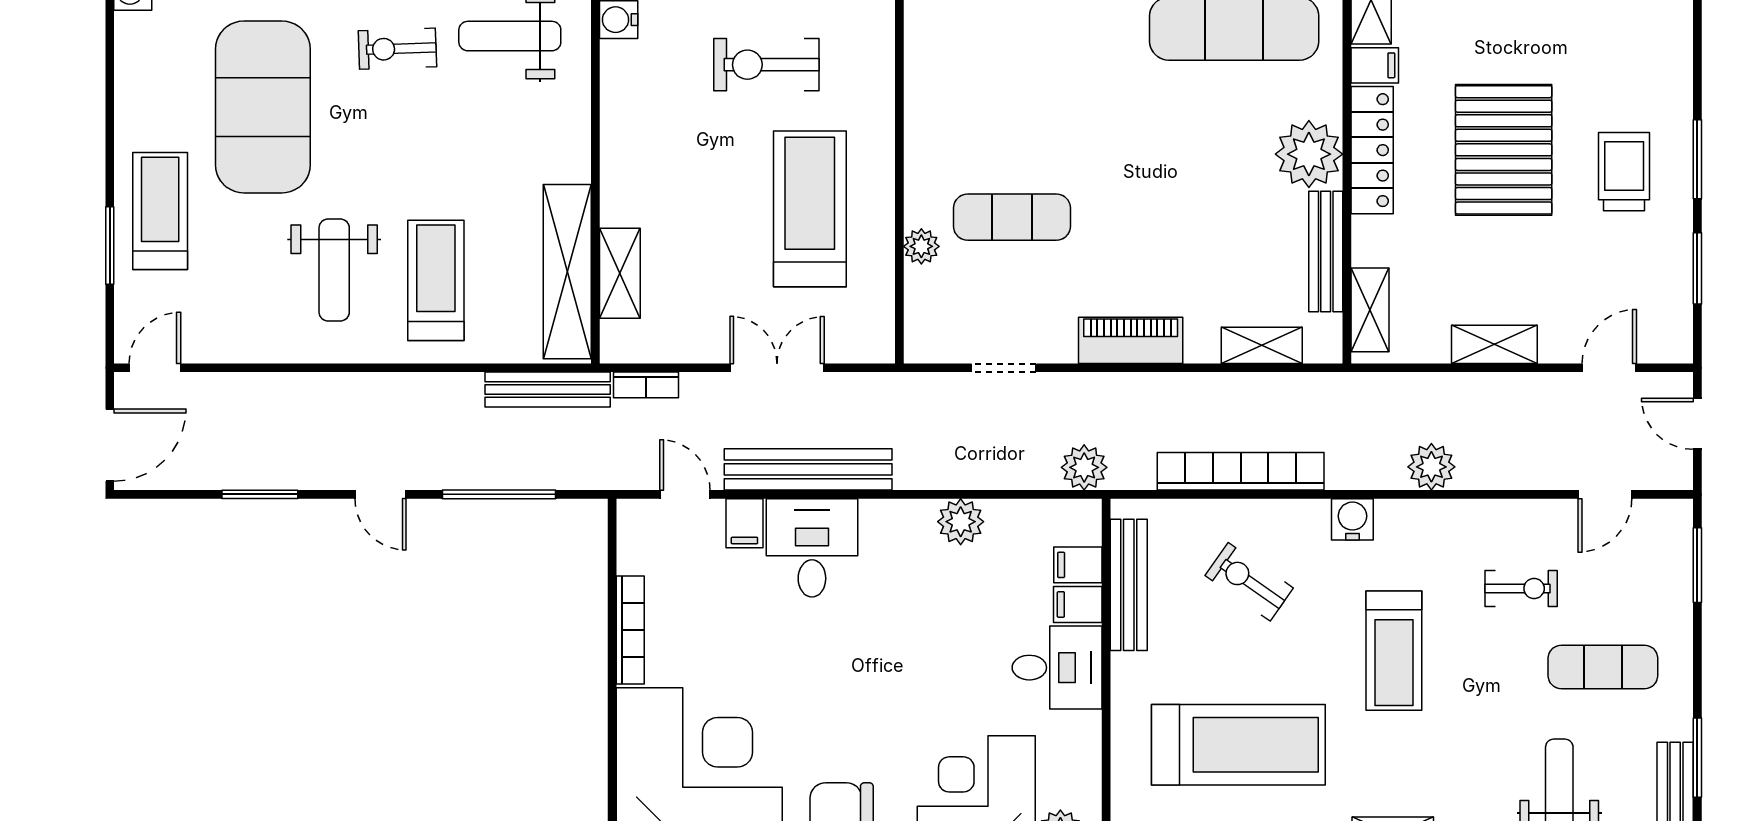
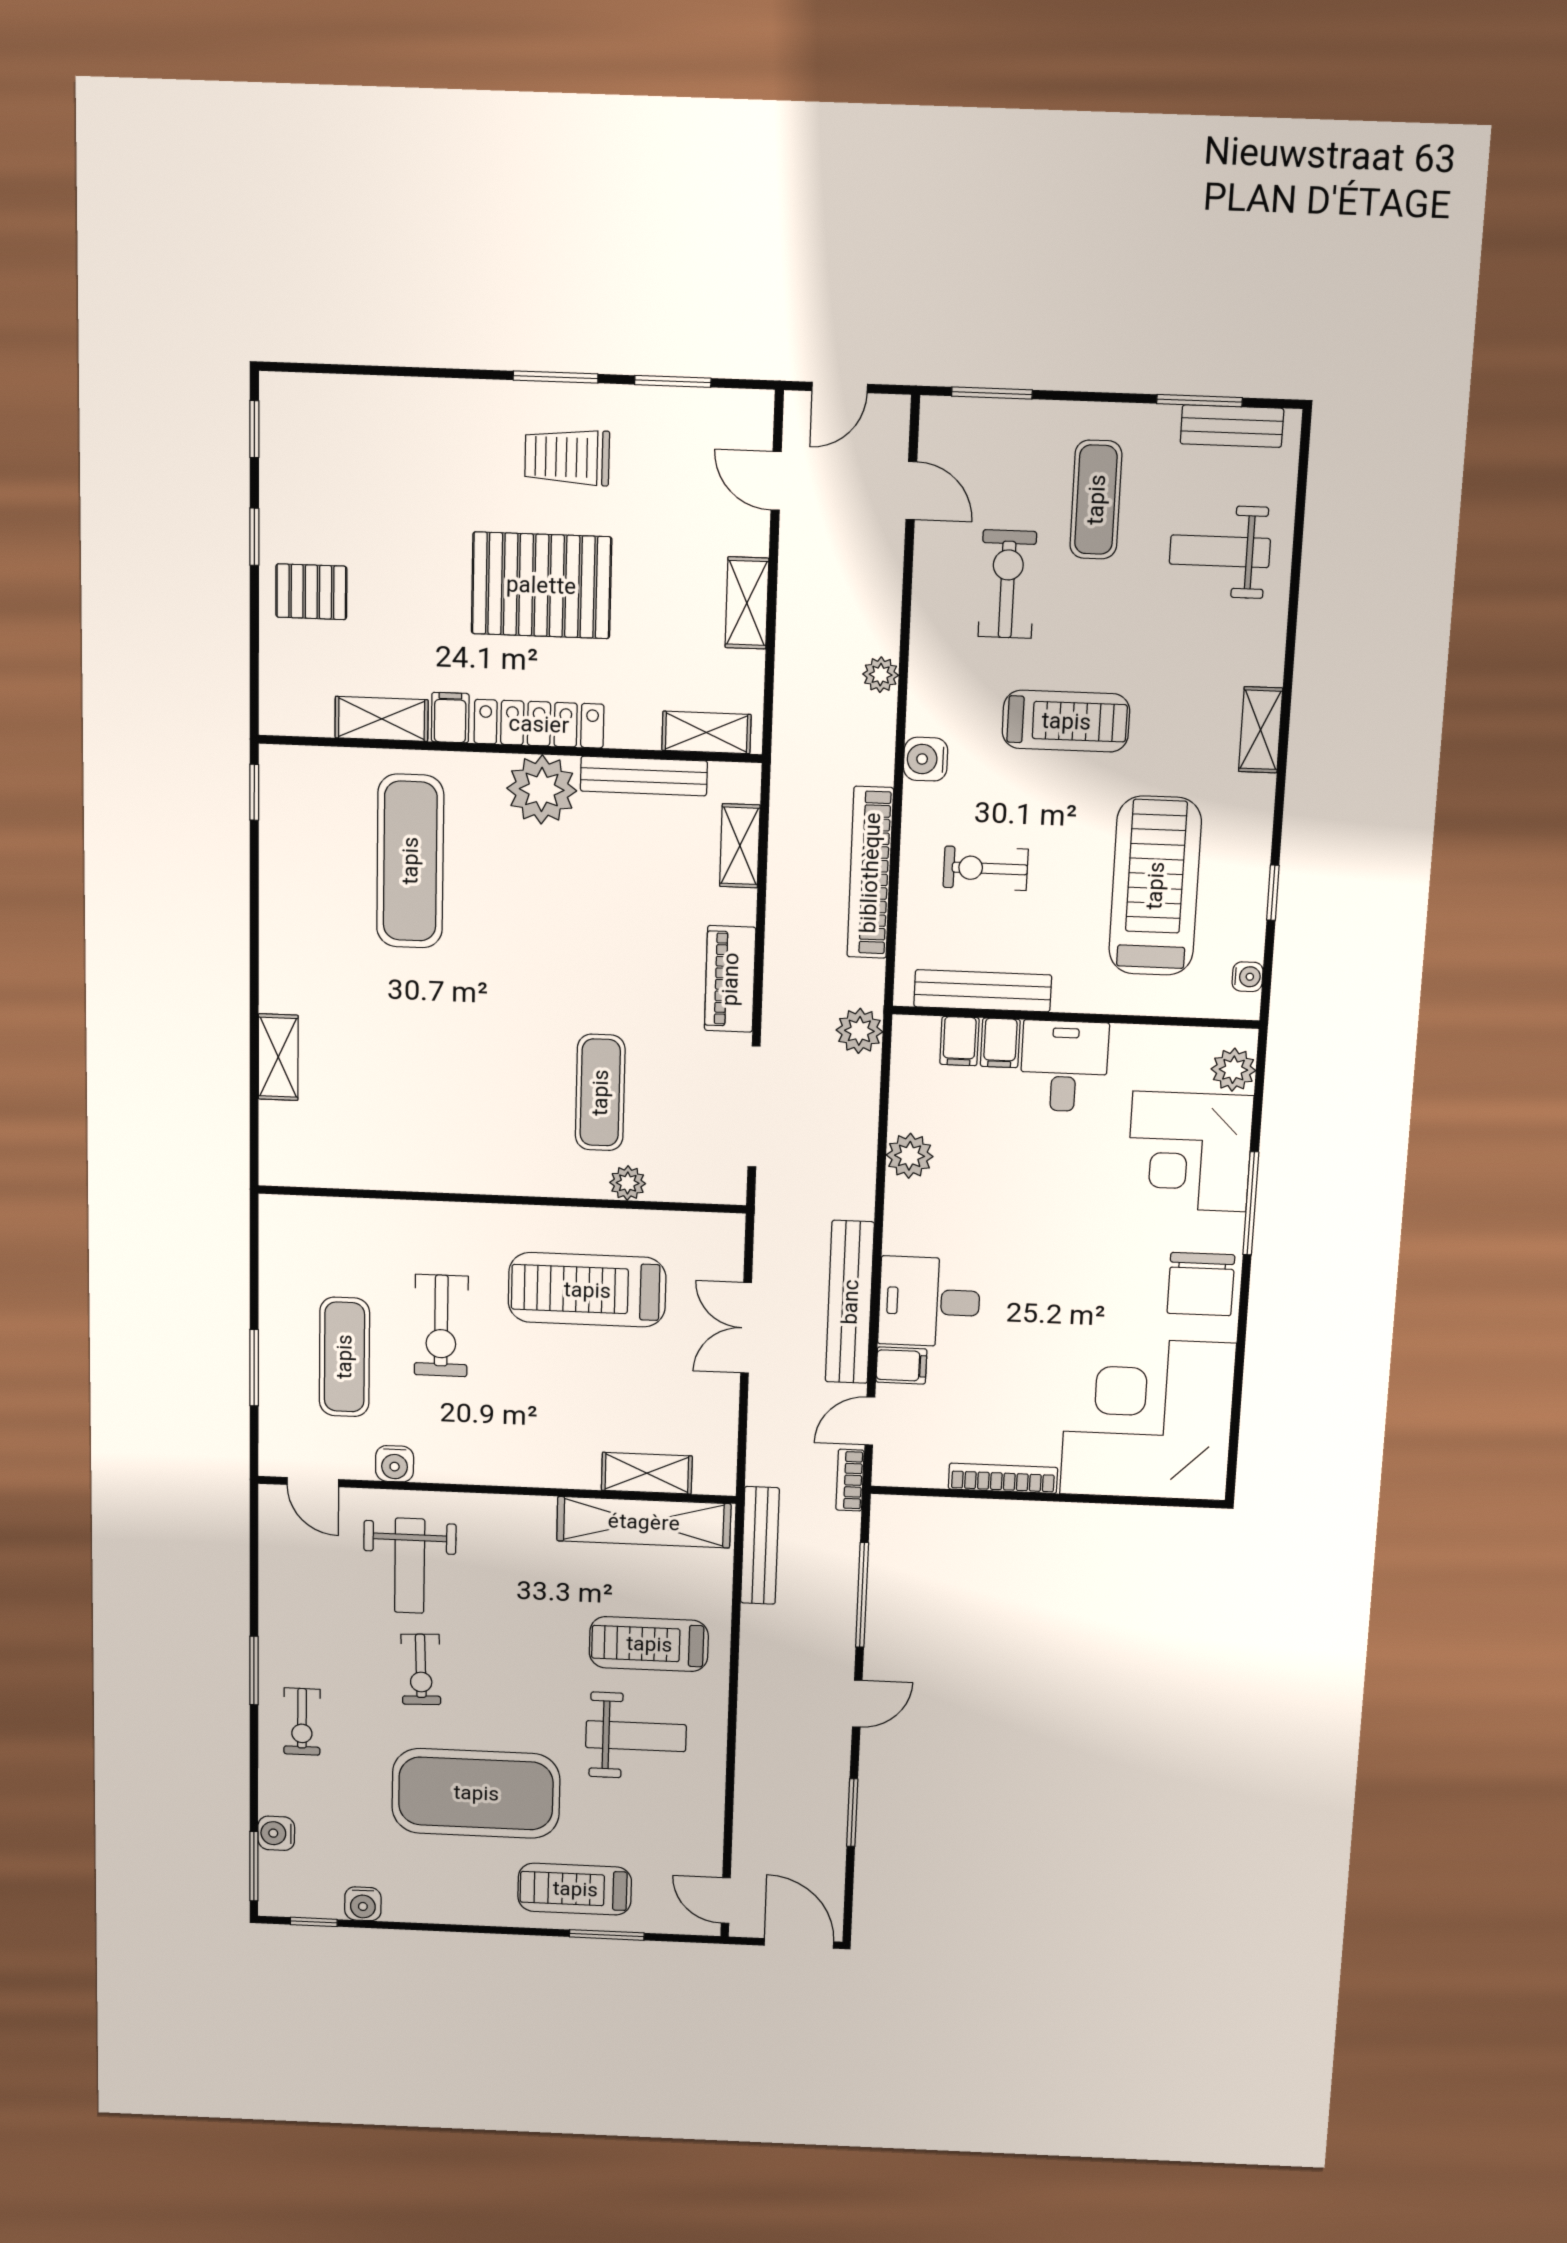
doorway: (1004, 368) -> (754, 1107), width x1.87
bookcase: (646, 385) -> (850, 1480), moved, turned 180
plant: (1431, 467) -> (881, 675), width x0.73, depth x0.73
exercise bike: (1249, 582) -> (986, 868), turned 55
exercise bike: (1521, 588) -> (1007, 584), width x1.38, depth x1.39

